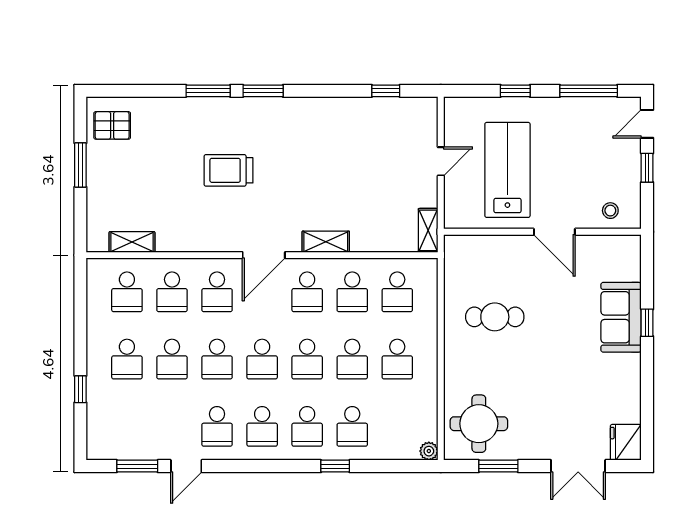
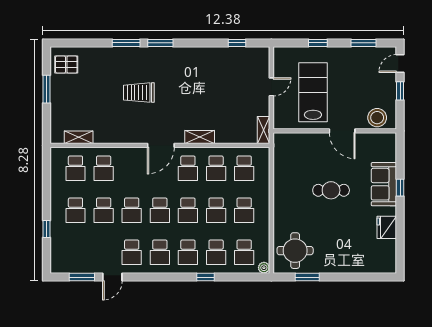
window: (589, 91) -> (364, 43), width x0.69
stool: (610, 211) -> (377, 118), width x1.89, depth x1.89
school desk: (217, 292) -> (244, 252), moved
cafe table: (495, 317) -> (331, 190), moved
fridge: (626, 442) -> (387, 227), moved
double door: (578, 466) -> (357, 277), removed

